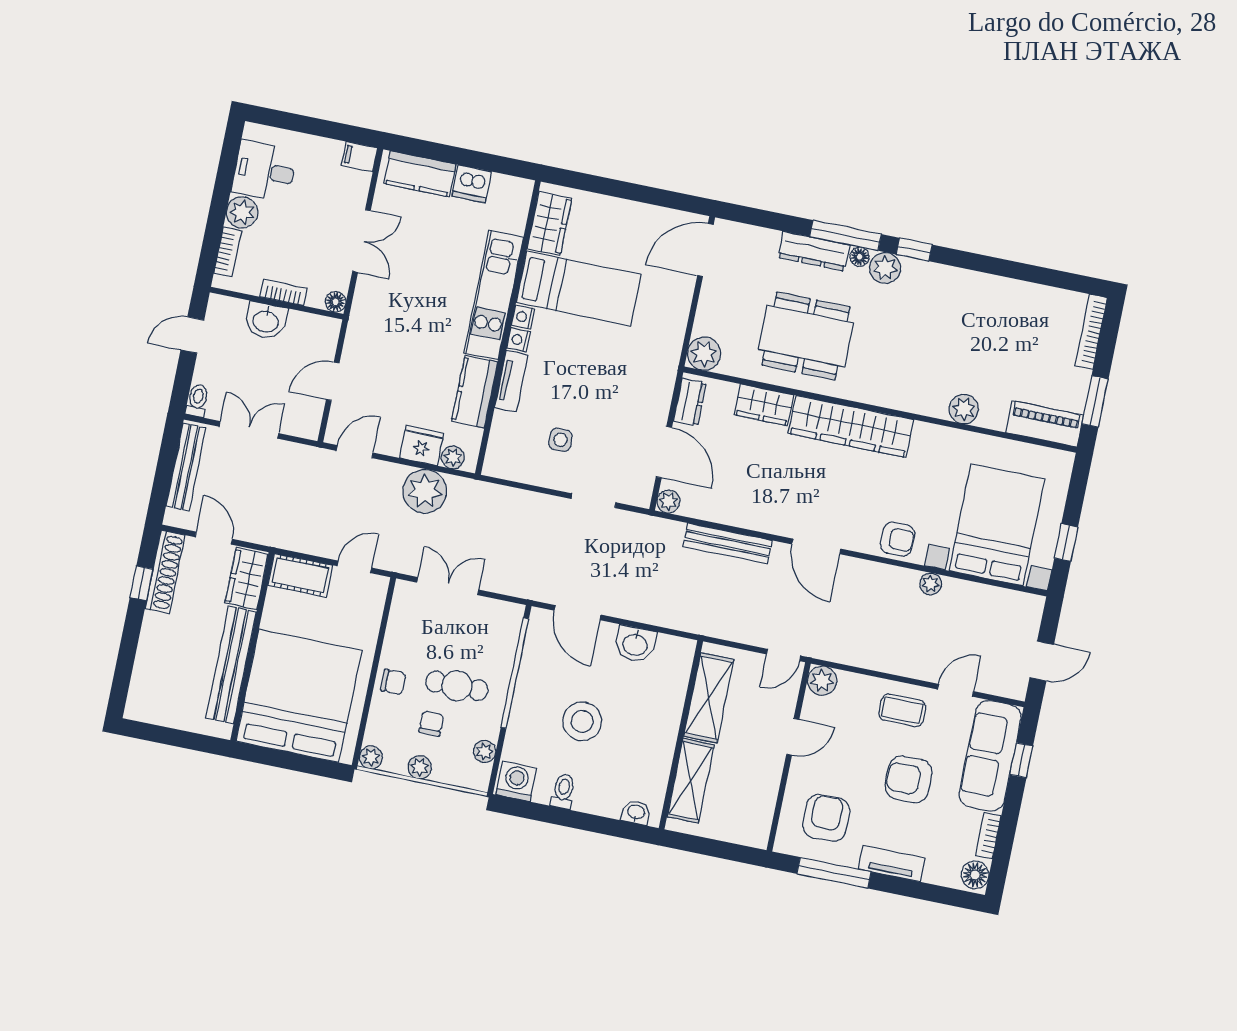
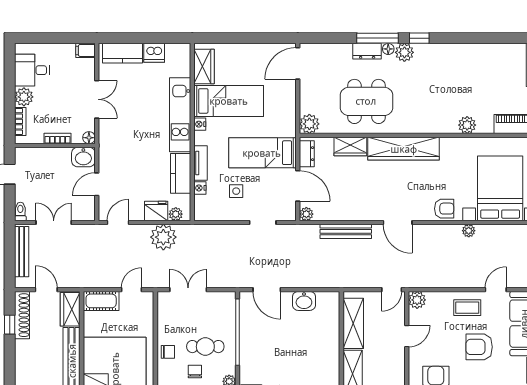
dresser: (814, 251) -> (367, 51), width x0.70
washbasin: (266, 321) -> (83, 157), moved
nightstand: (519, 340) -> (200, 188), moved
bed: (617, 385) -> (262, 153), added
stool: (582, 721) -> (282, 352), removed

